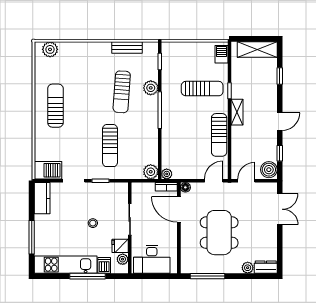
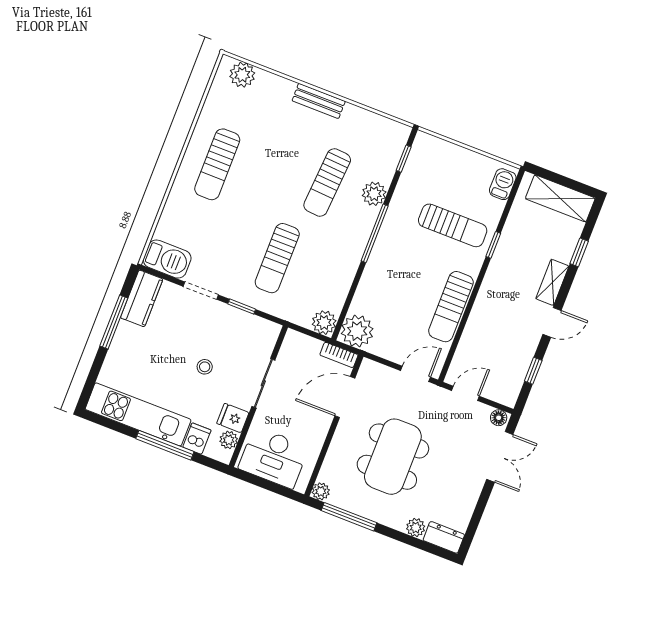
bench: (127, 47) -> (319, 101), moved
sun lounger: (55, 106) -> (217, 164), turned 180
shelving: (237, 112) -> (552, 282), moved
boiler: (269, 170) -> (507, 390), removed
plant: (167, 174) -> (357, 331), width x1.88, depth x1.88
floor lamp: (185, 187) -> (499, 418), moved
door: (179, 209) -> (345, 397), hinge flipped
window: (32, 237) -> (114, 322), moved
plant: (186, 268) -> (321, 491), added

